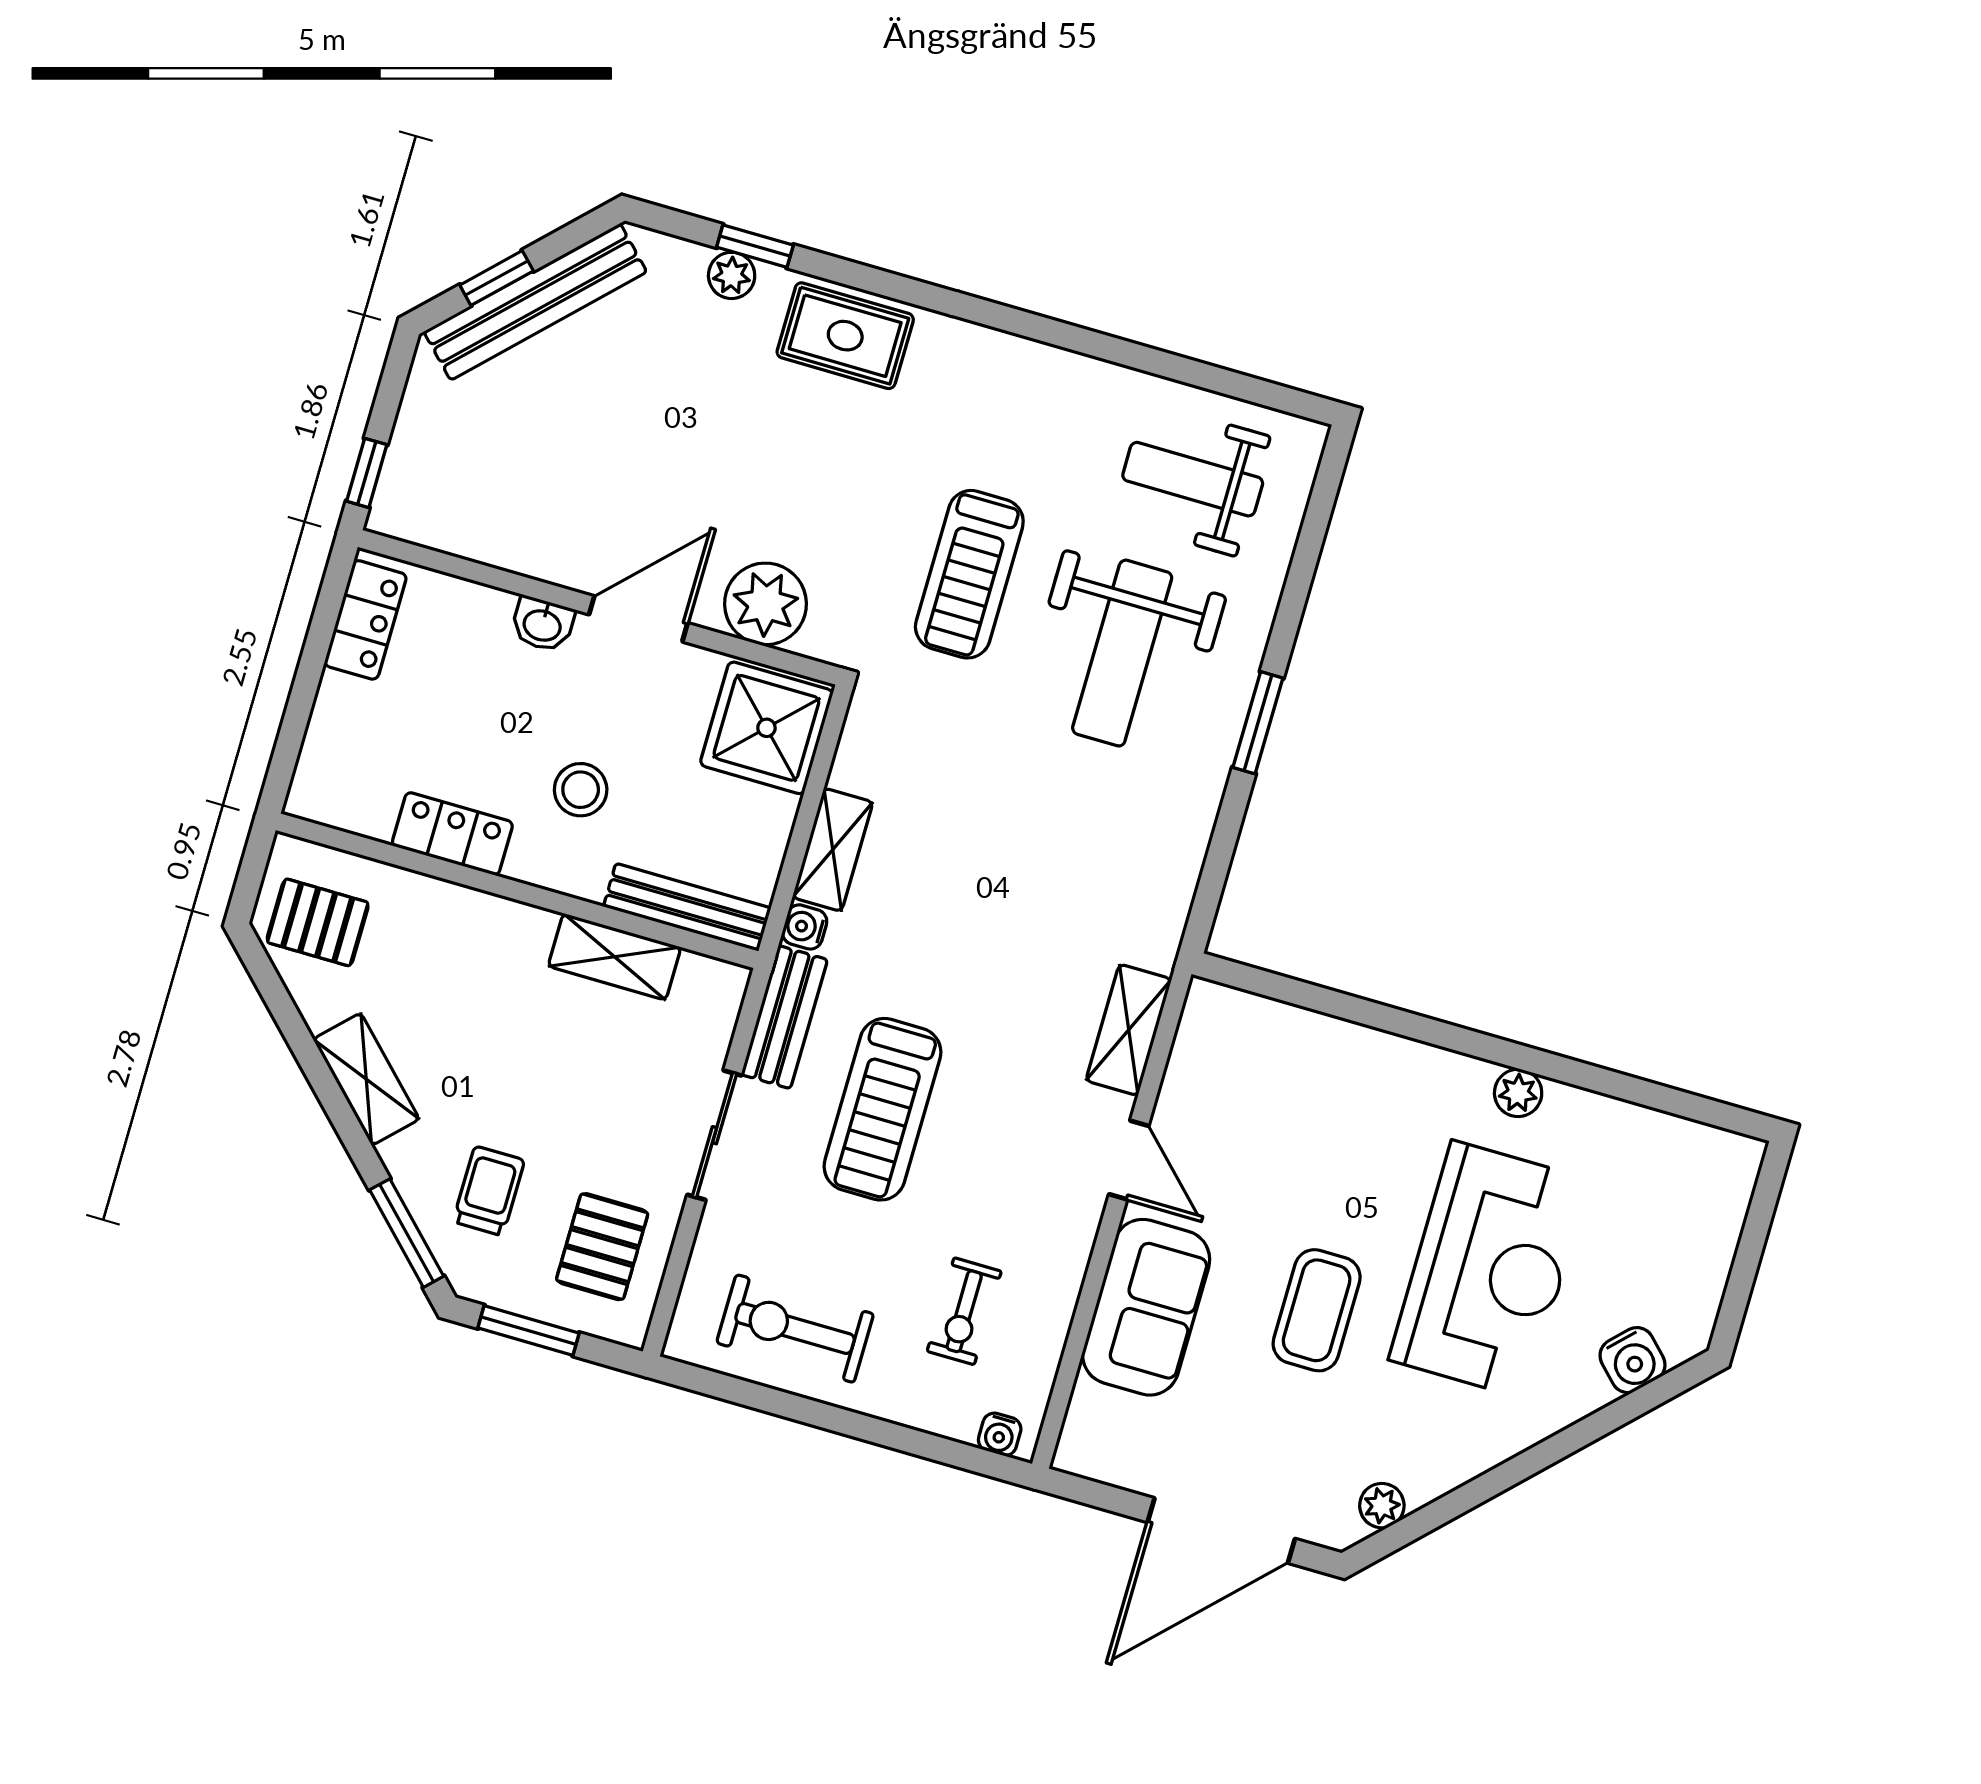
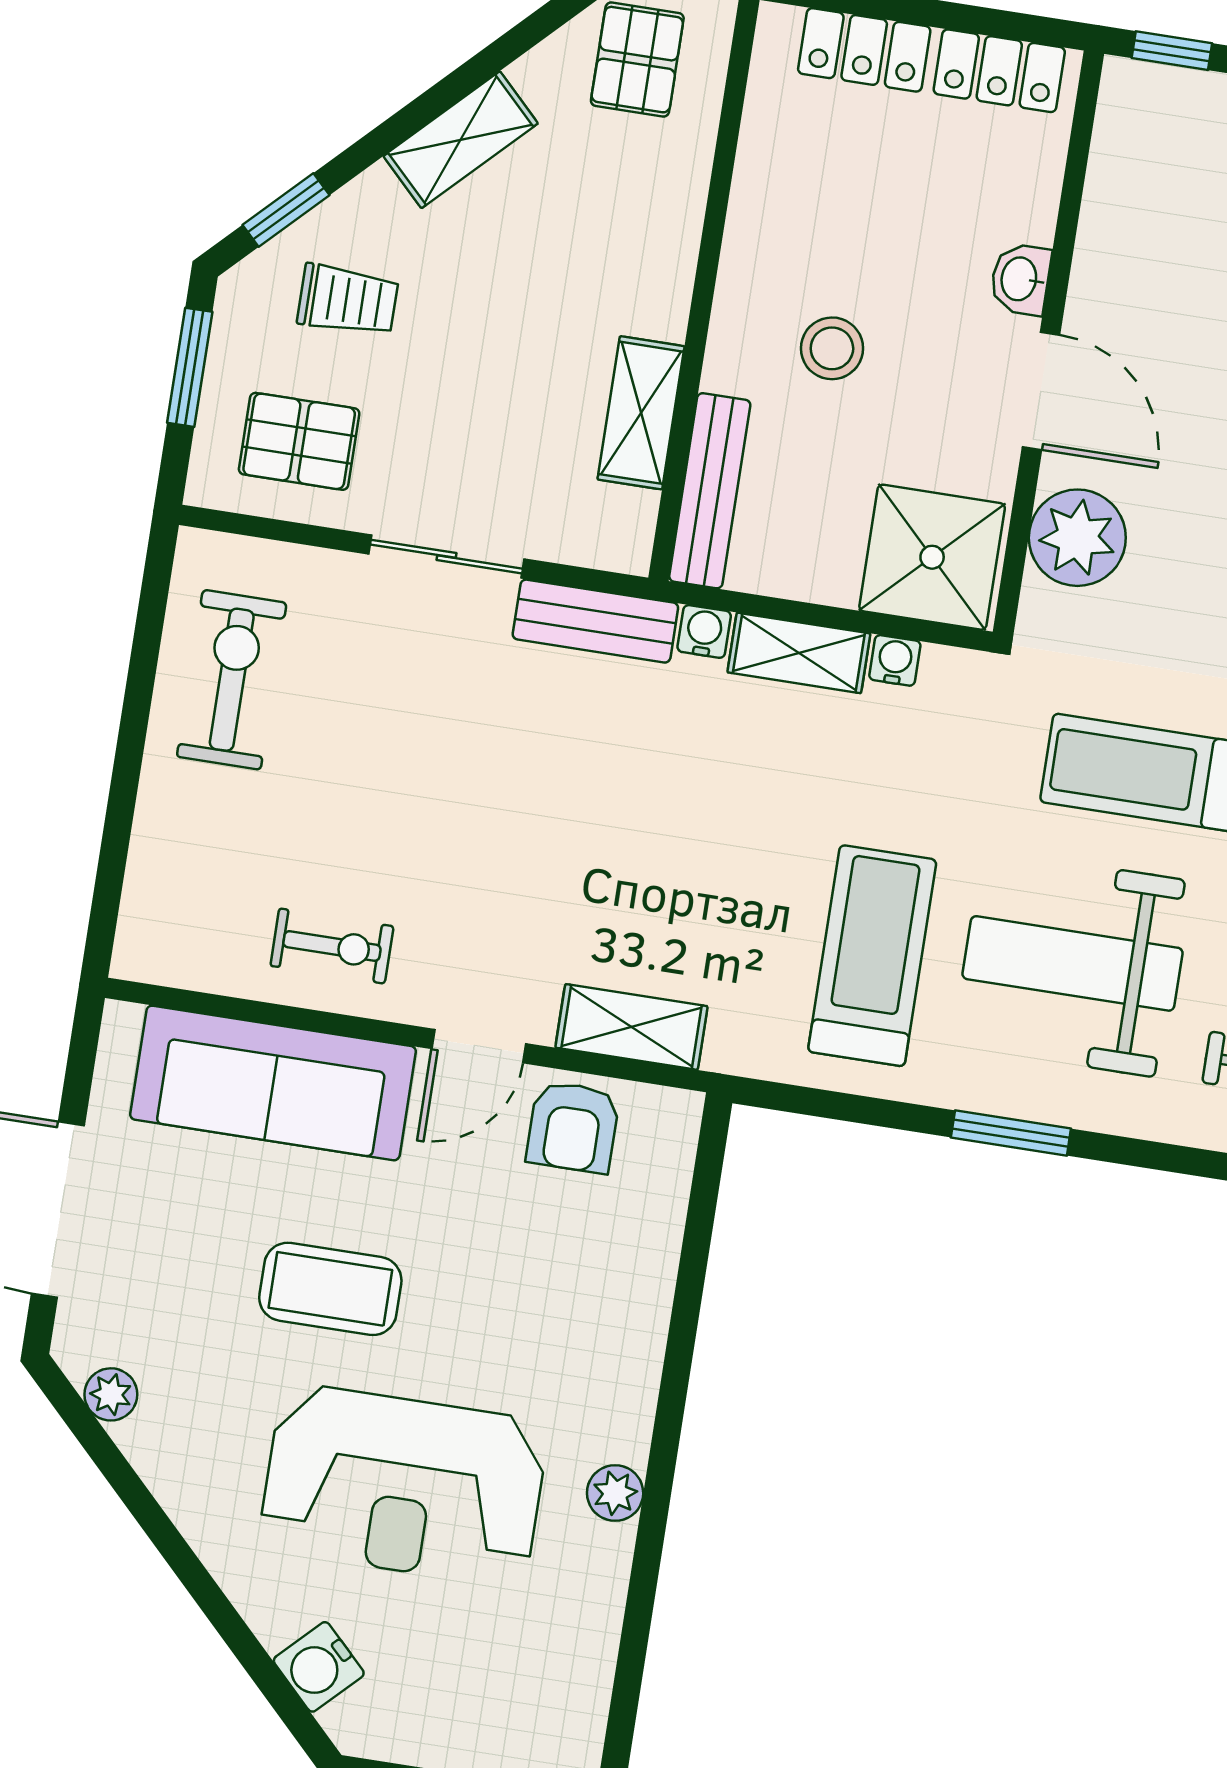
locker: (452, 834) -> (864, 50), moved, turned 90
armchair: (1206, 1090) -> (573, 1127), added
treadmill: (883, 1109) -> (872, 956), moved, turned 90
window: (407, 1233) -> (286, 210), width x0.67
sofa: (1146, 1307) -> (273, 1083), width x1.36
exercise bike: (964, 1311) -> (332, 946), moved, turned 180
water cooler: (1000, 1434) -> (895, 660), moved, turned 90

